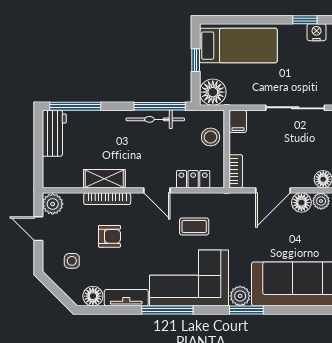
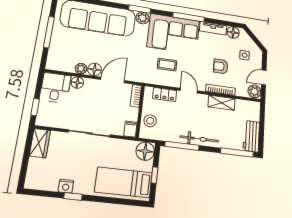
bicycle: (155, 119) -> (199, 139), moved
door: (38, 229) -> (264, 77), swing flipped

